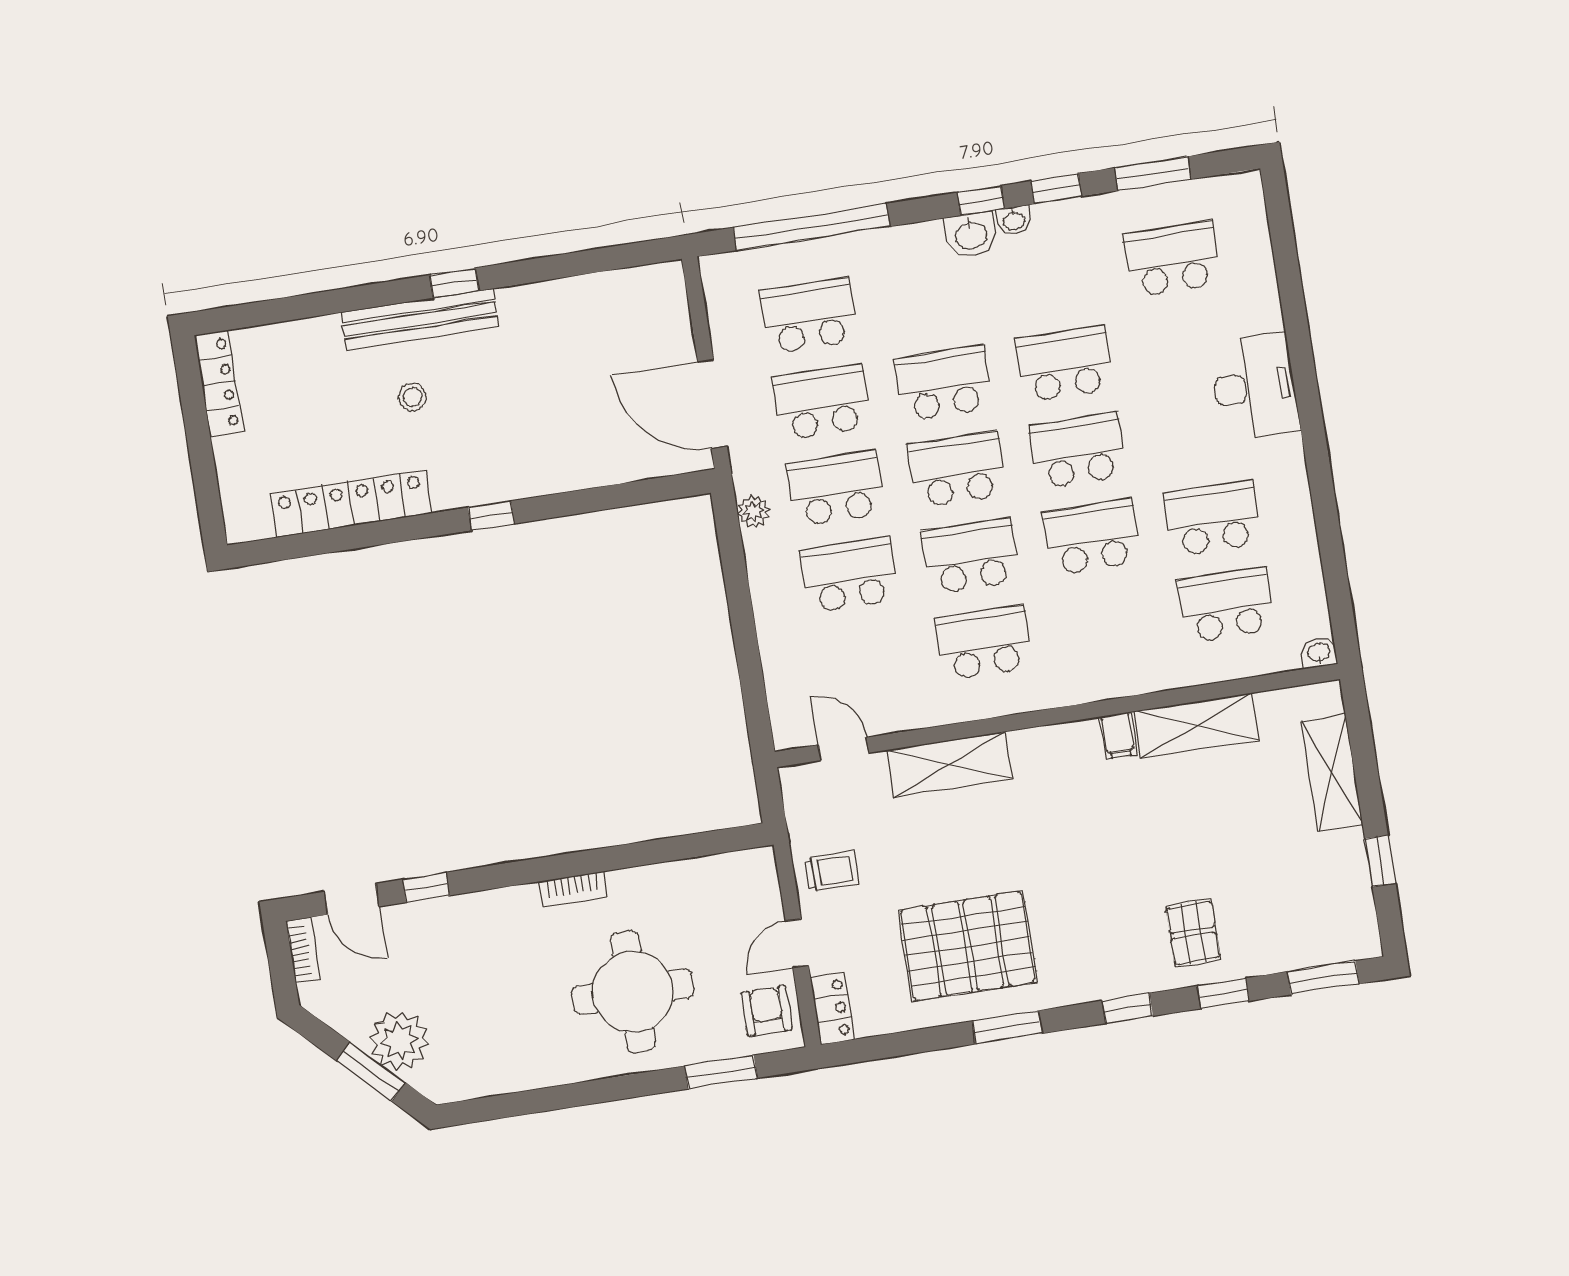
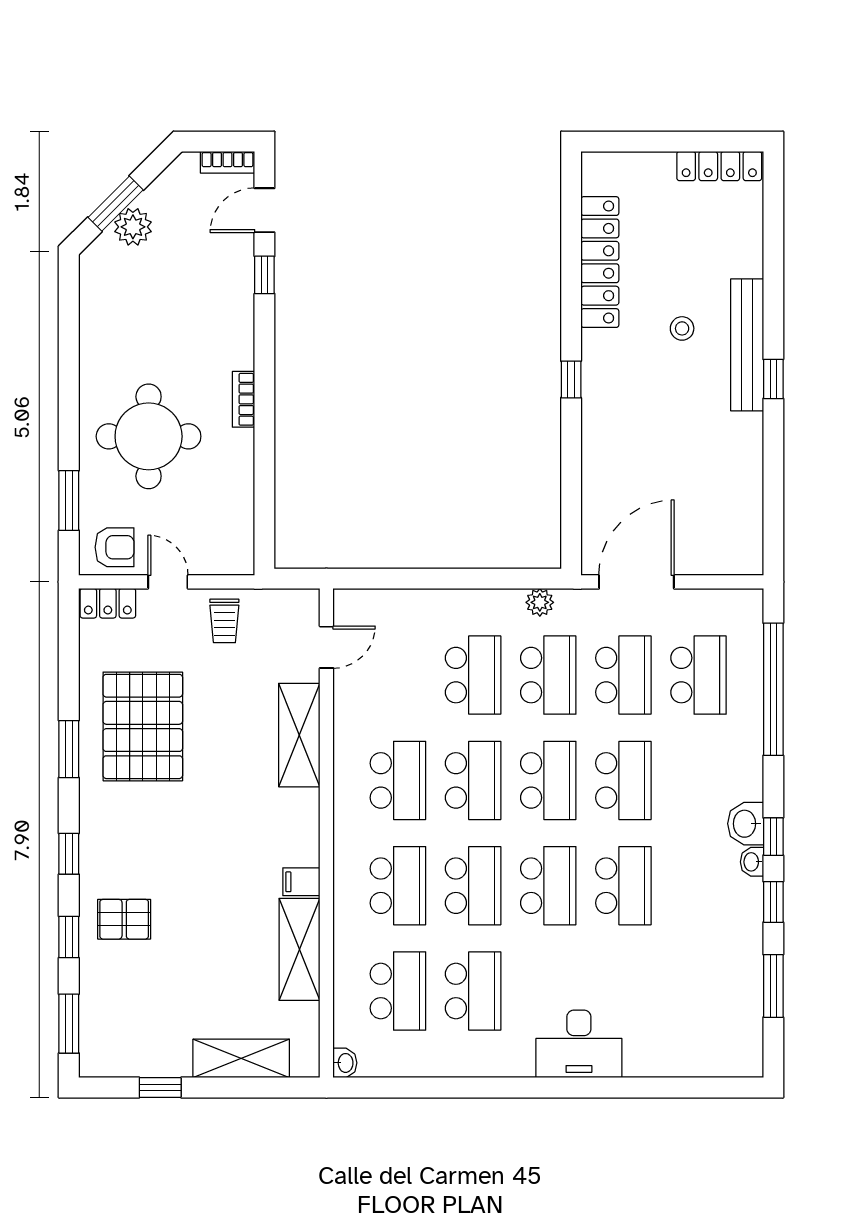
school desk: (1172, 259) -> (398, 886), moved
plant: (399, 1041) -> (133, 227), width x0.73, depth x0.73

